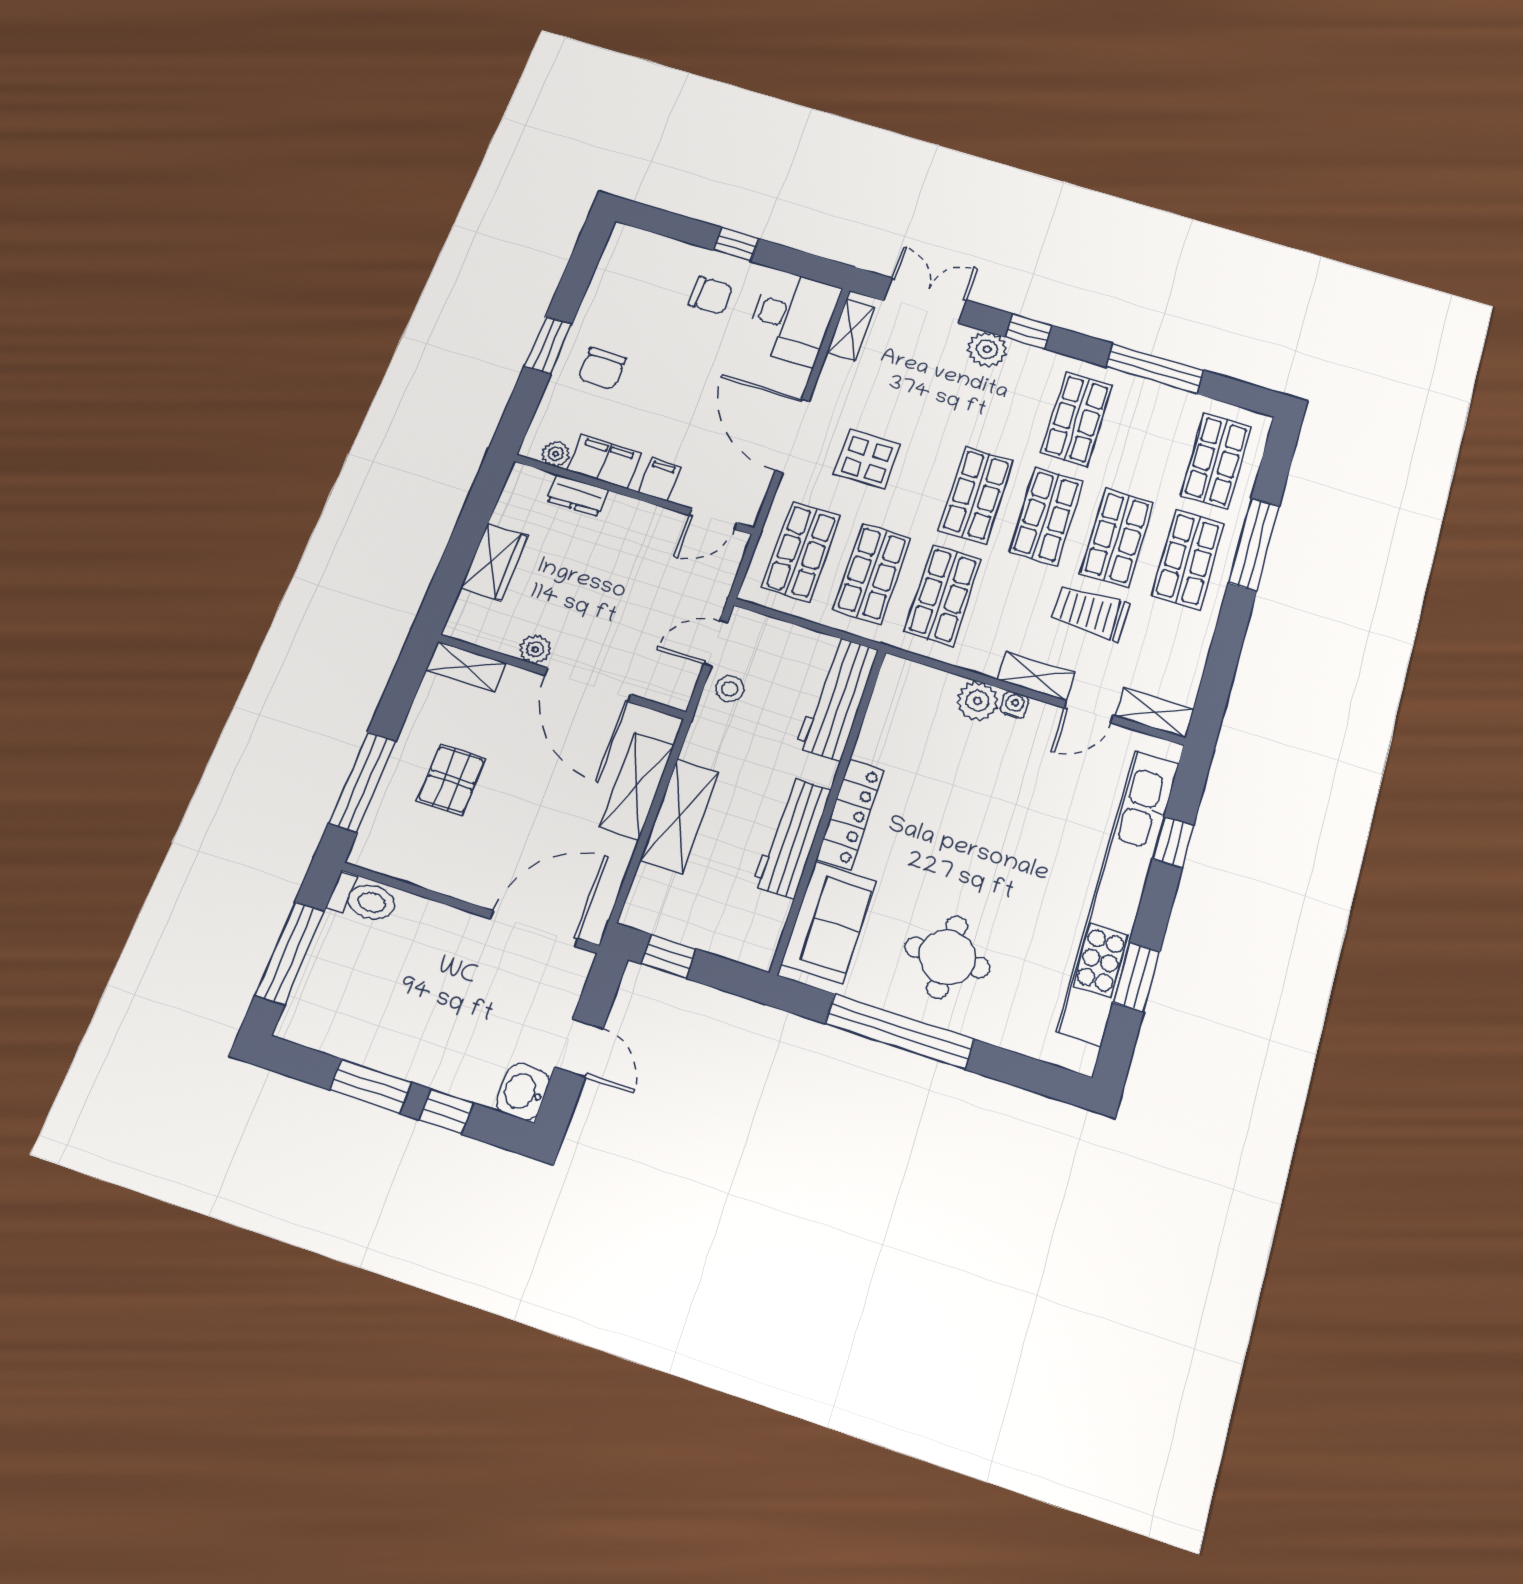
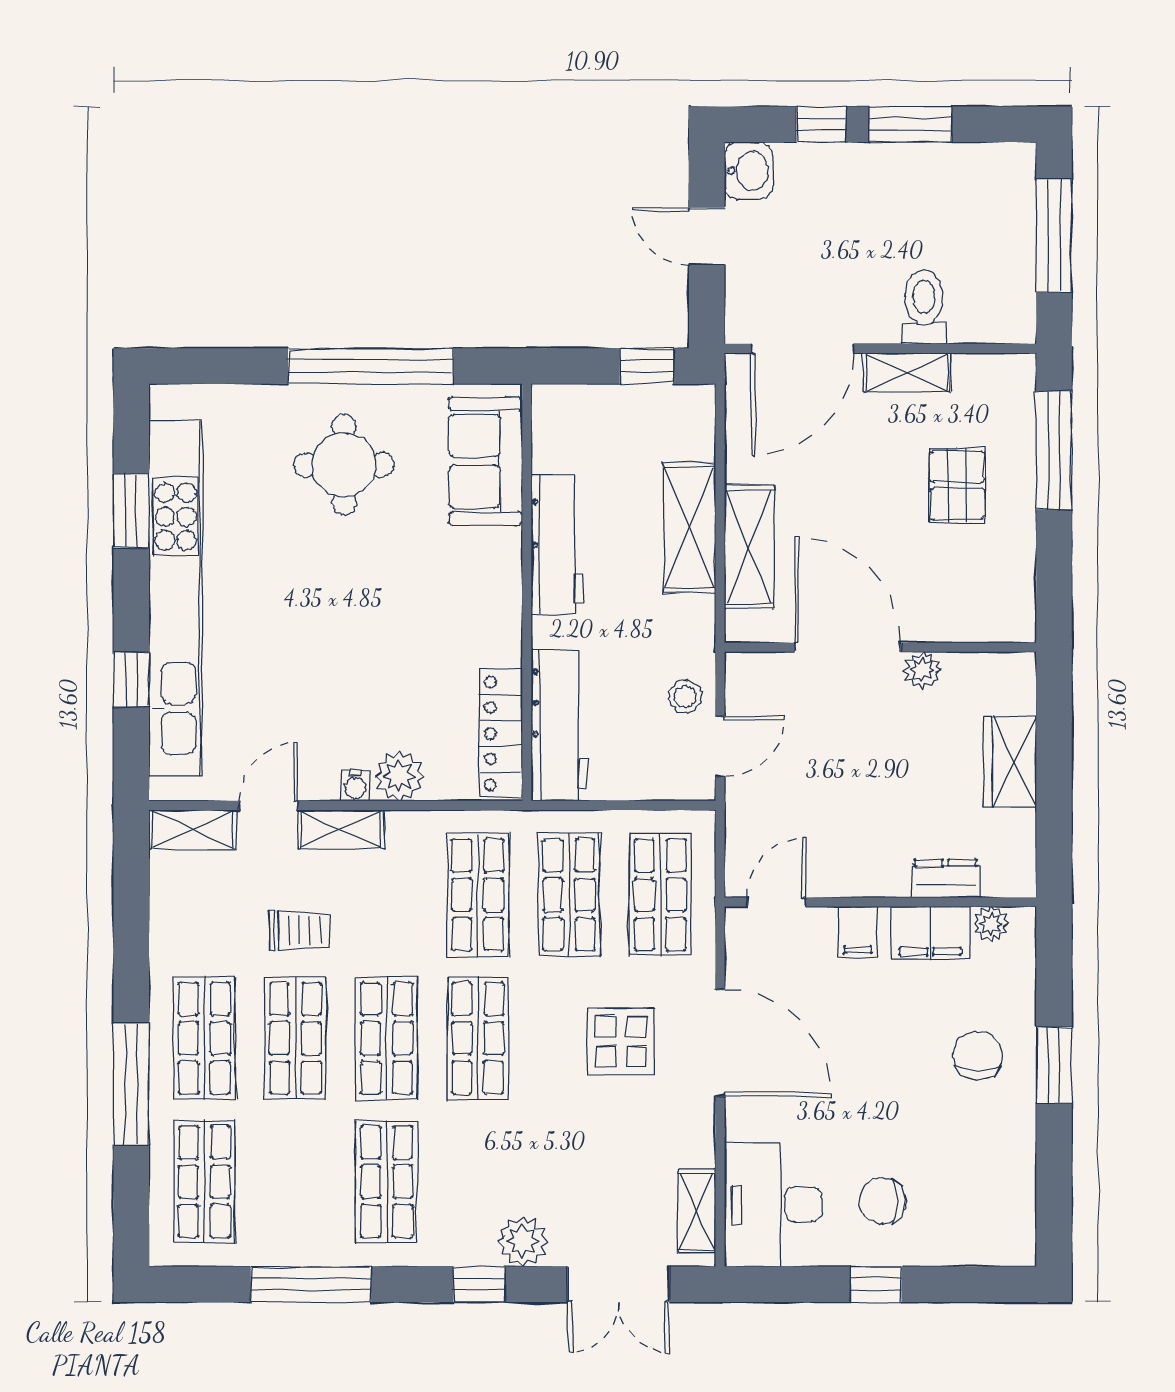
trolley: (1091, 613) -> (300, 930), width x0.73, depth x0.72
shelving: (466, 667) -> (907, 373), moved
locker: (850, 814) -> (501, 733), moved
toilet: (363, 899) -> (924, 307), moved, turned 90

